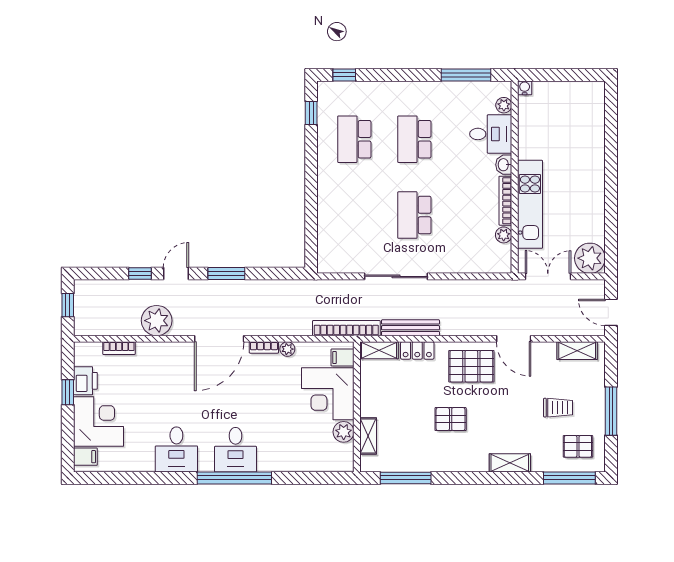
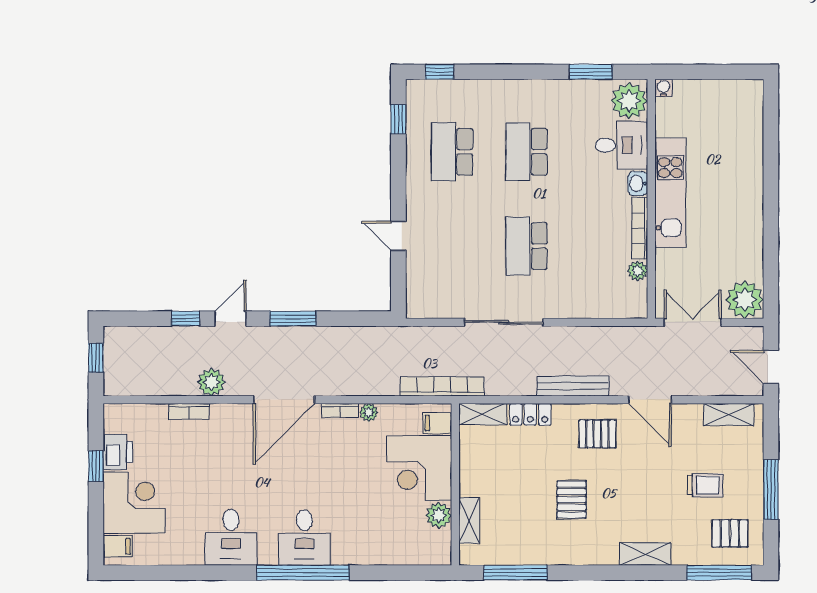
window: (466, 75) -> (591, 72), width x0.69
plant: (504, 105) -> (629, 101), width x1.88, depth x1.88
kitchen unit: (530, 204) -> (670, 193), moved
door: (311, 207) -> (398, 236), added
plant: (157, 321) -> (211, 382), width x0.73, depth x0.73
bench: (410, 328) -> (573, 386), moved
bookcase: (119, 348) -> (189, 411), moved
pallet: (471, 366) -> (597, 434), width x0.67, depth x0.71
pallet: (451, 419) -> (572, 500), turned 90

